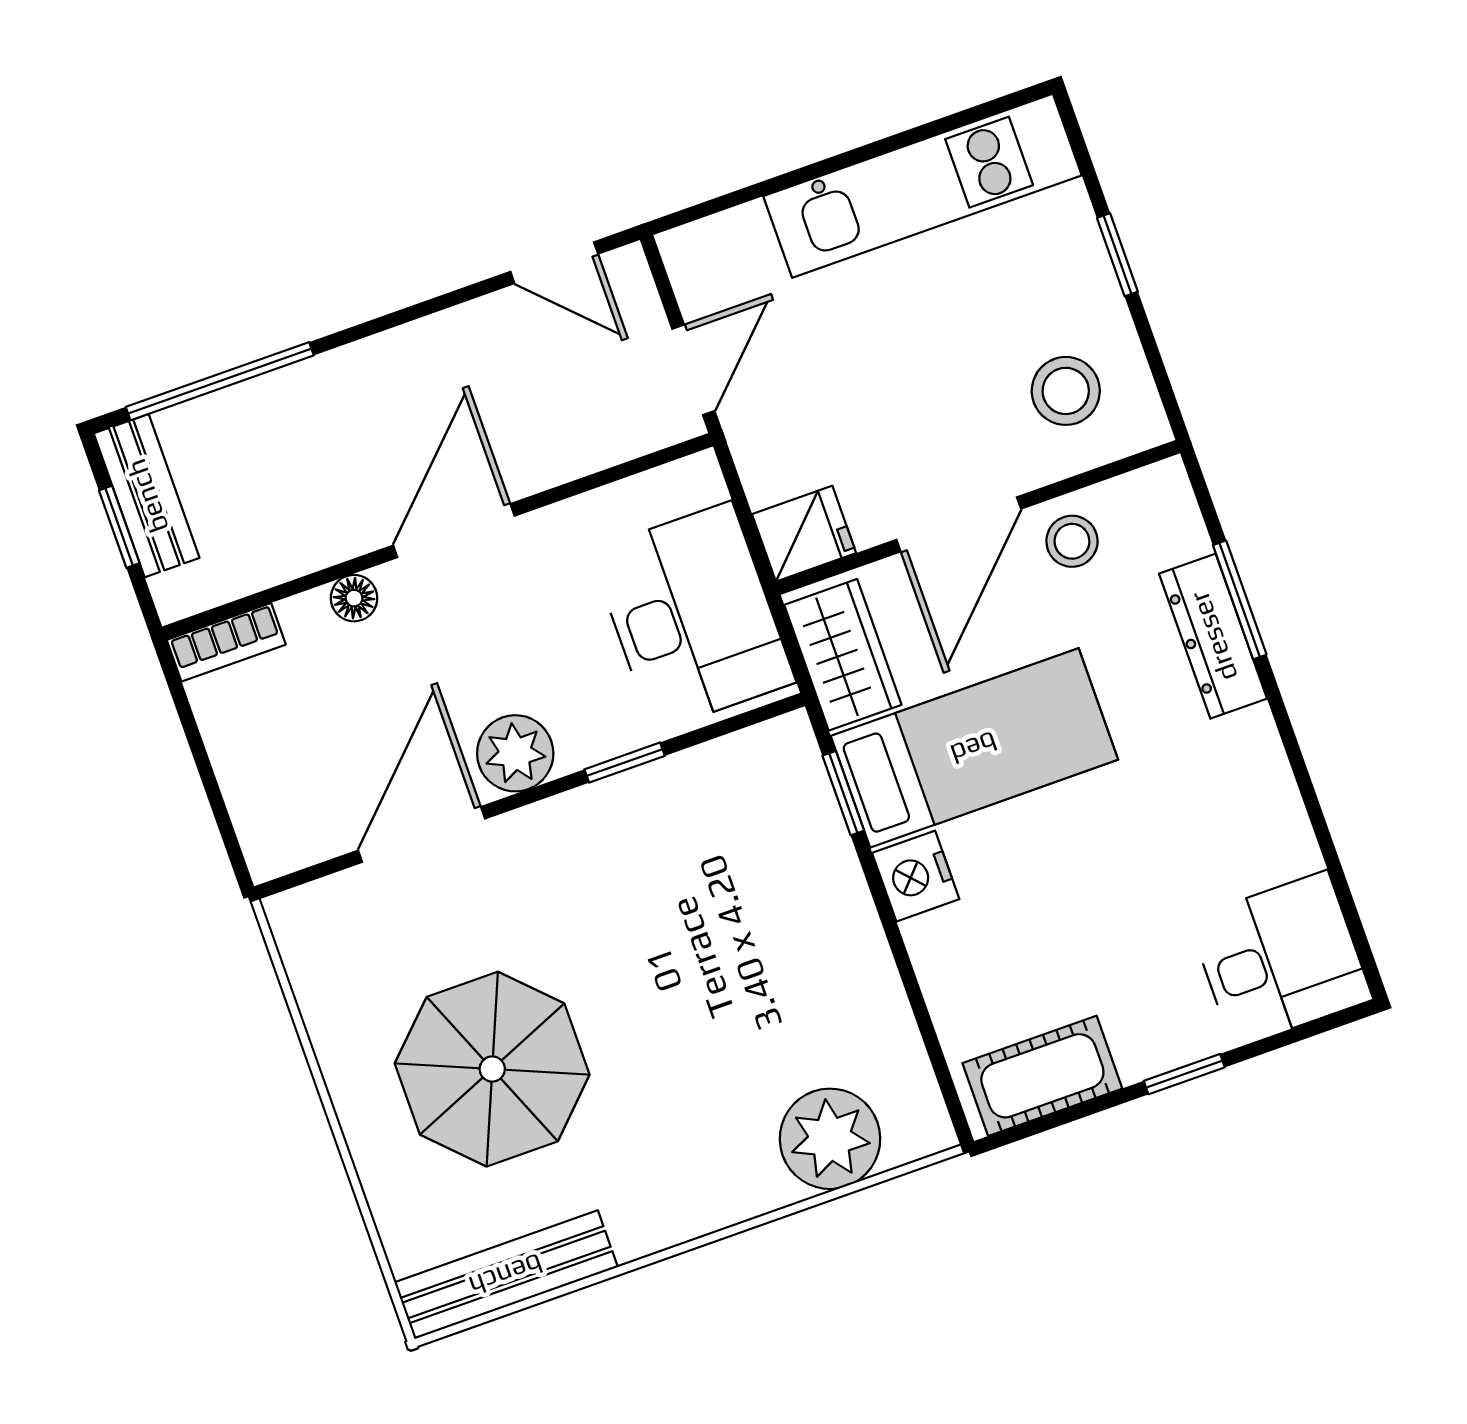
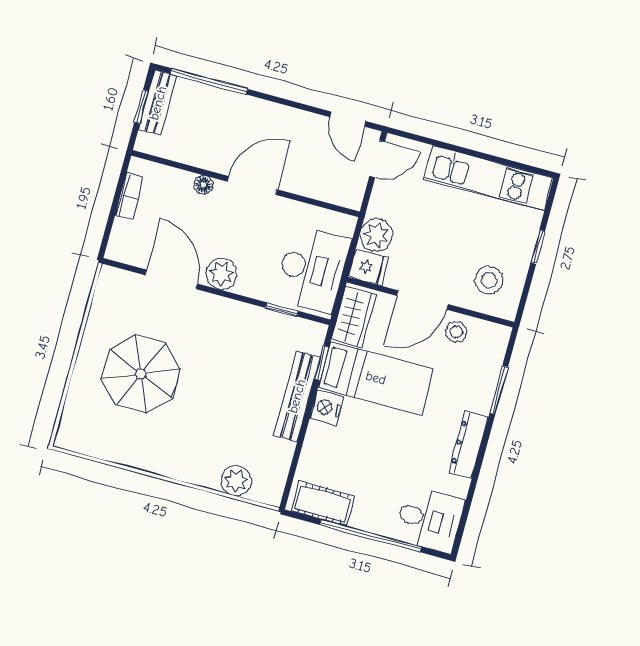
door: (693, 370) -> (377, 159), moved
plant: (775, 457) -> (376, 235), added
dresser: (1213, 636) -> (468, 445), moved
bookcase: (226, 642) -> (129, 196), moved, turned -90
window: (625, 763) -> (282, 309), moved
door: (422, 834) -> (171, 279), hinge flipped
window: (1184, 1074) -> (371, 536), width x3.17
plant: (830, 1139) -> (236, 481), width x0.73, depth x0.73
bench: (506, 1275) -> (297, 396), moved, turned 90

